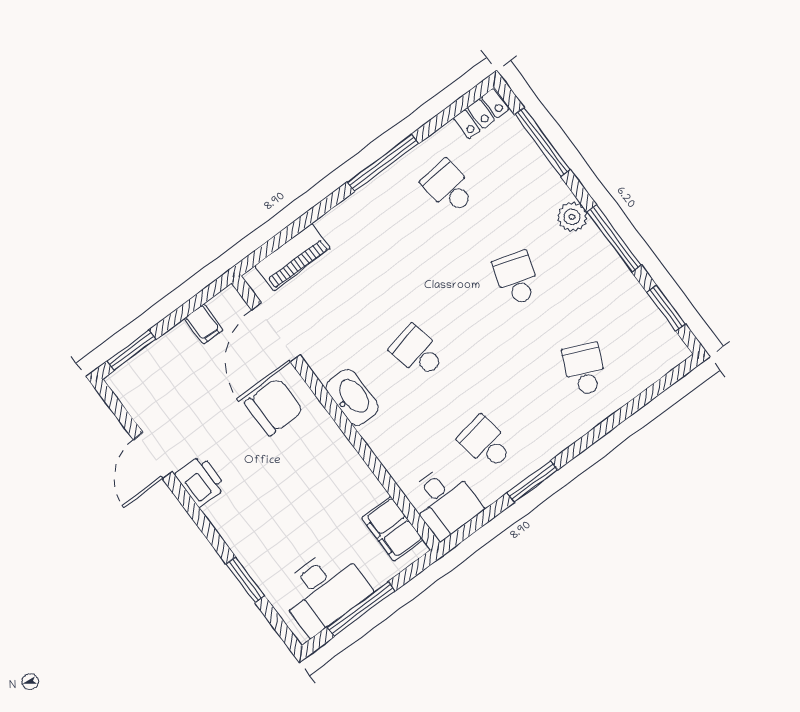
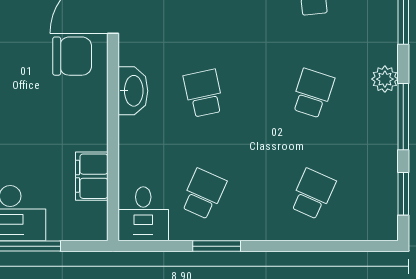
school desk: (486, 443) -> (203, 194), turned 33
filing cabinet: (392, 529) -> (92, 176), moved

